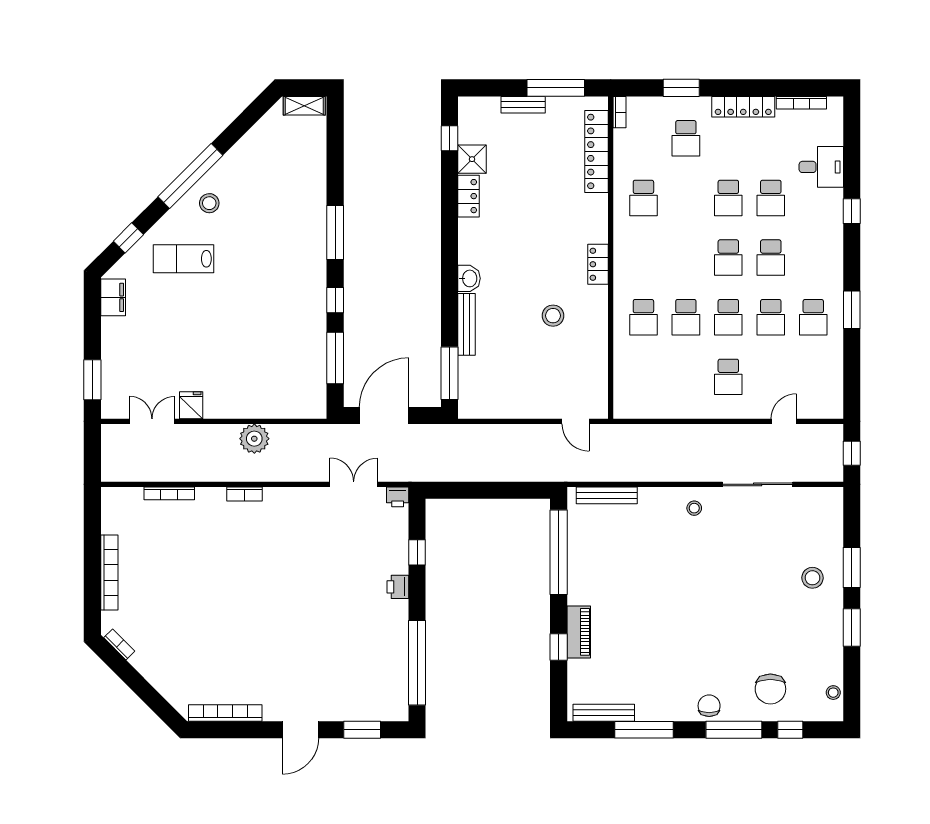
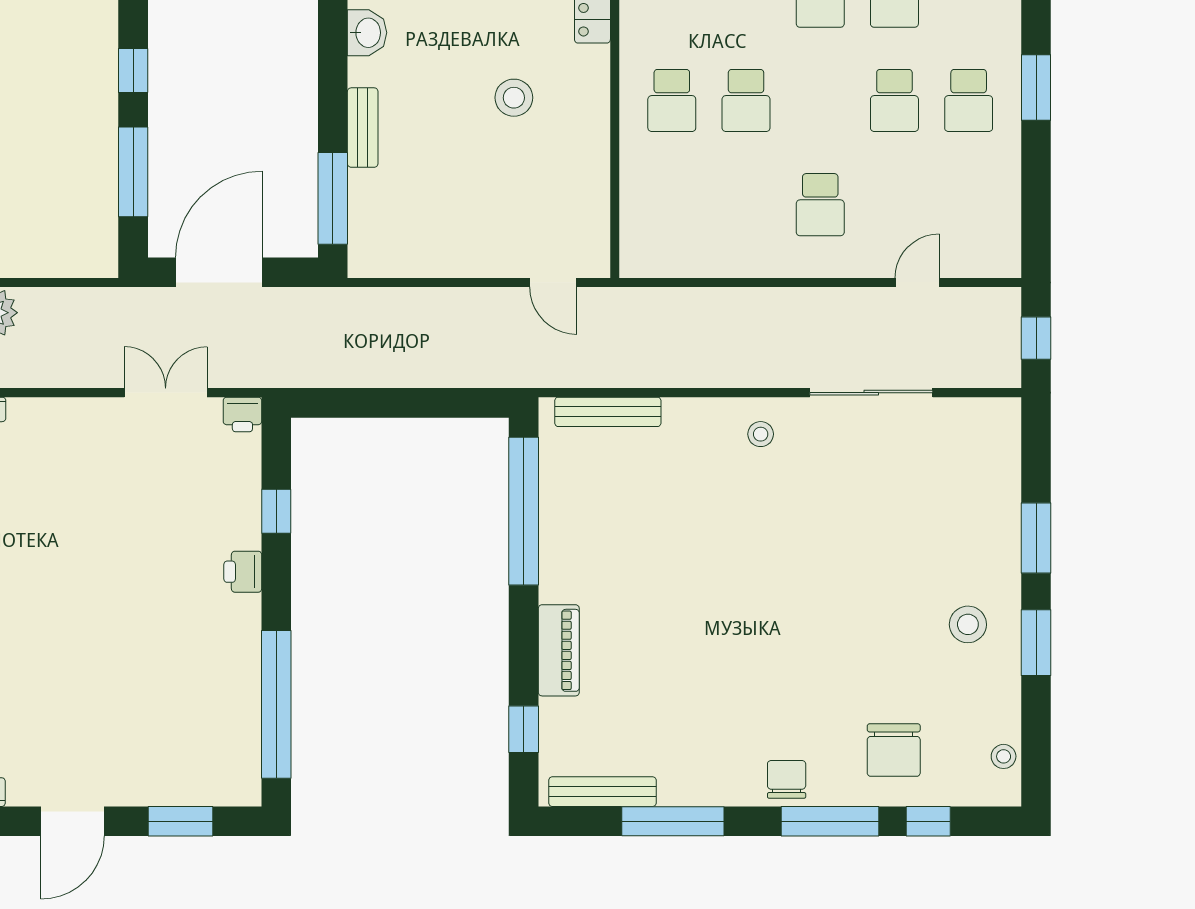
school desk: (728, 317) -> (820, 100), removed
bench: (467, 324) -> (363, 128), width x0.73
stool: (813, 578) -> (968, 624), moved
window: (559, 647) -> (524, 729), moved

